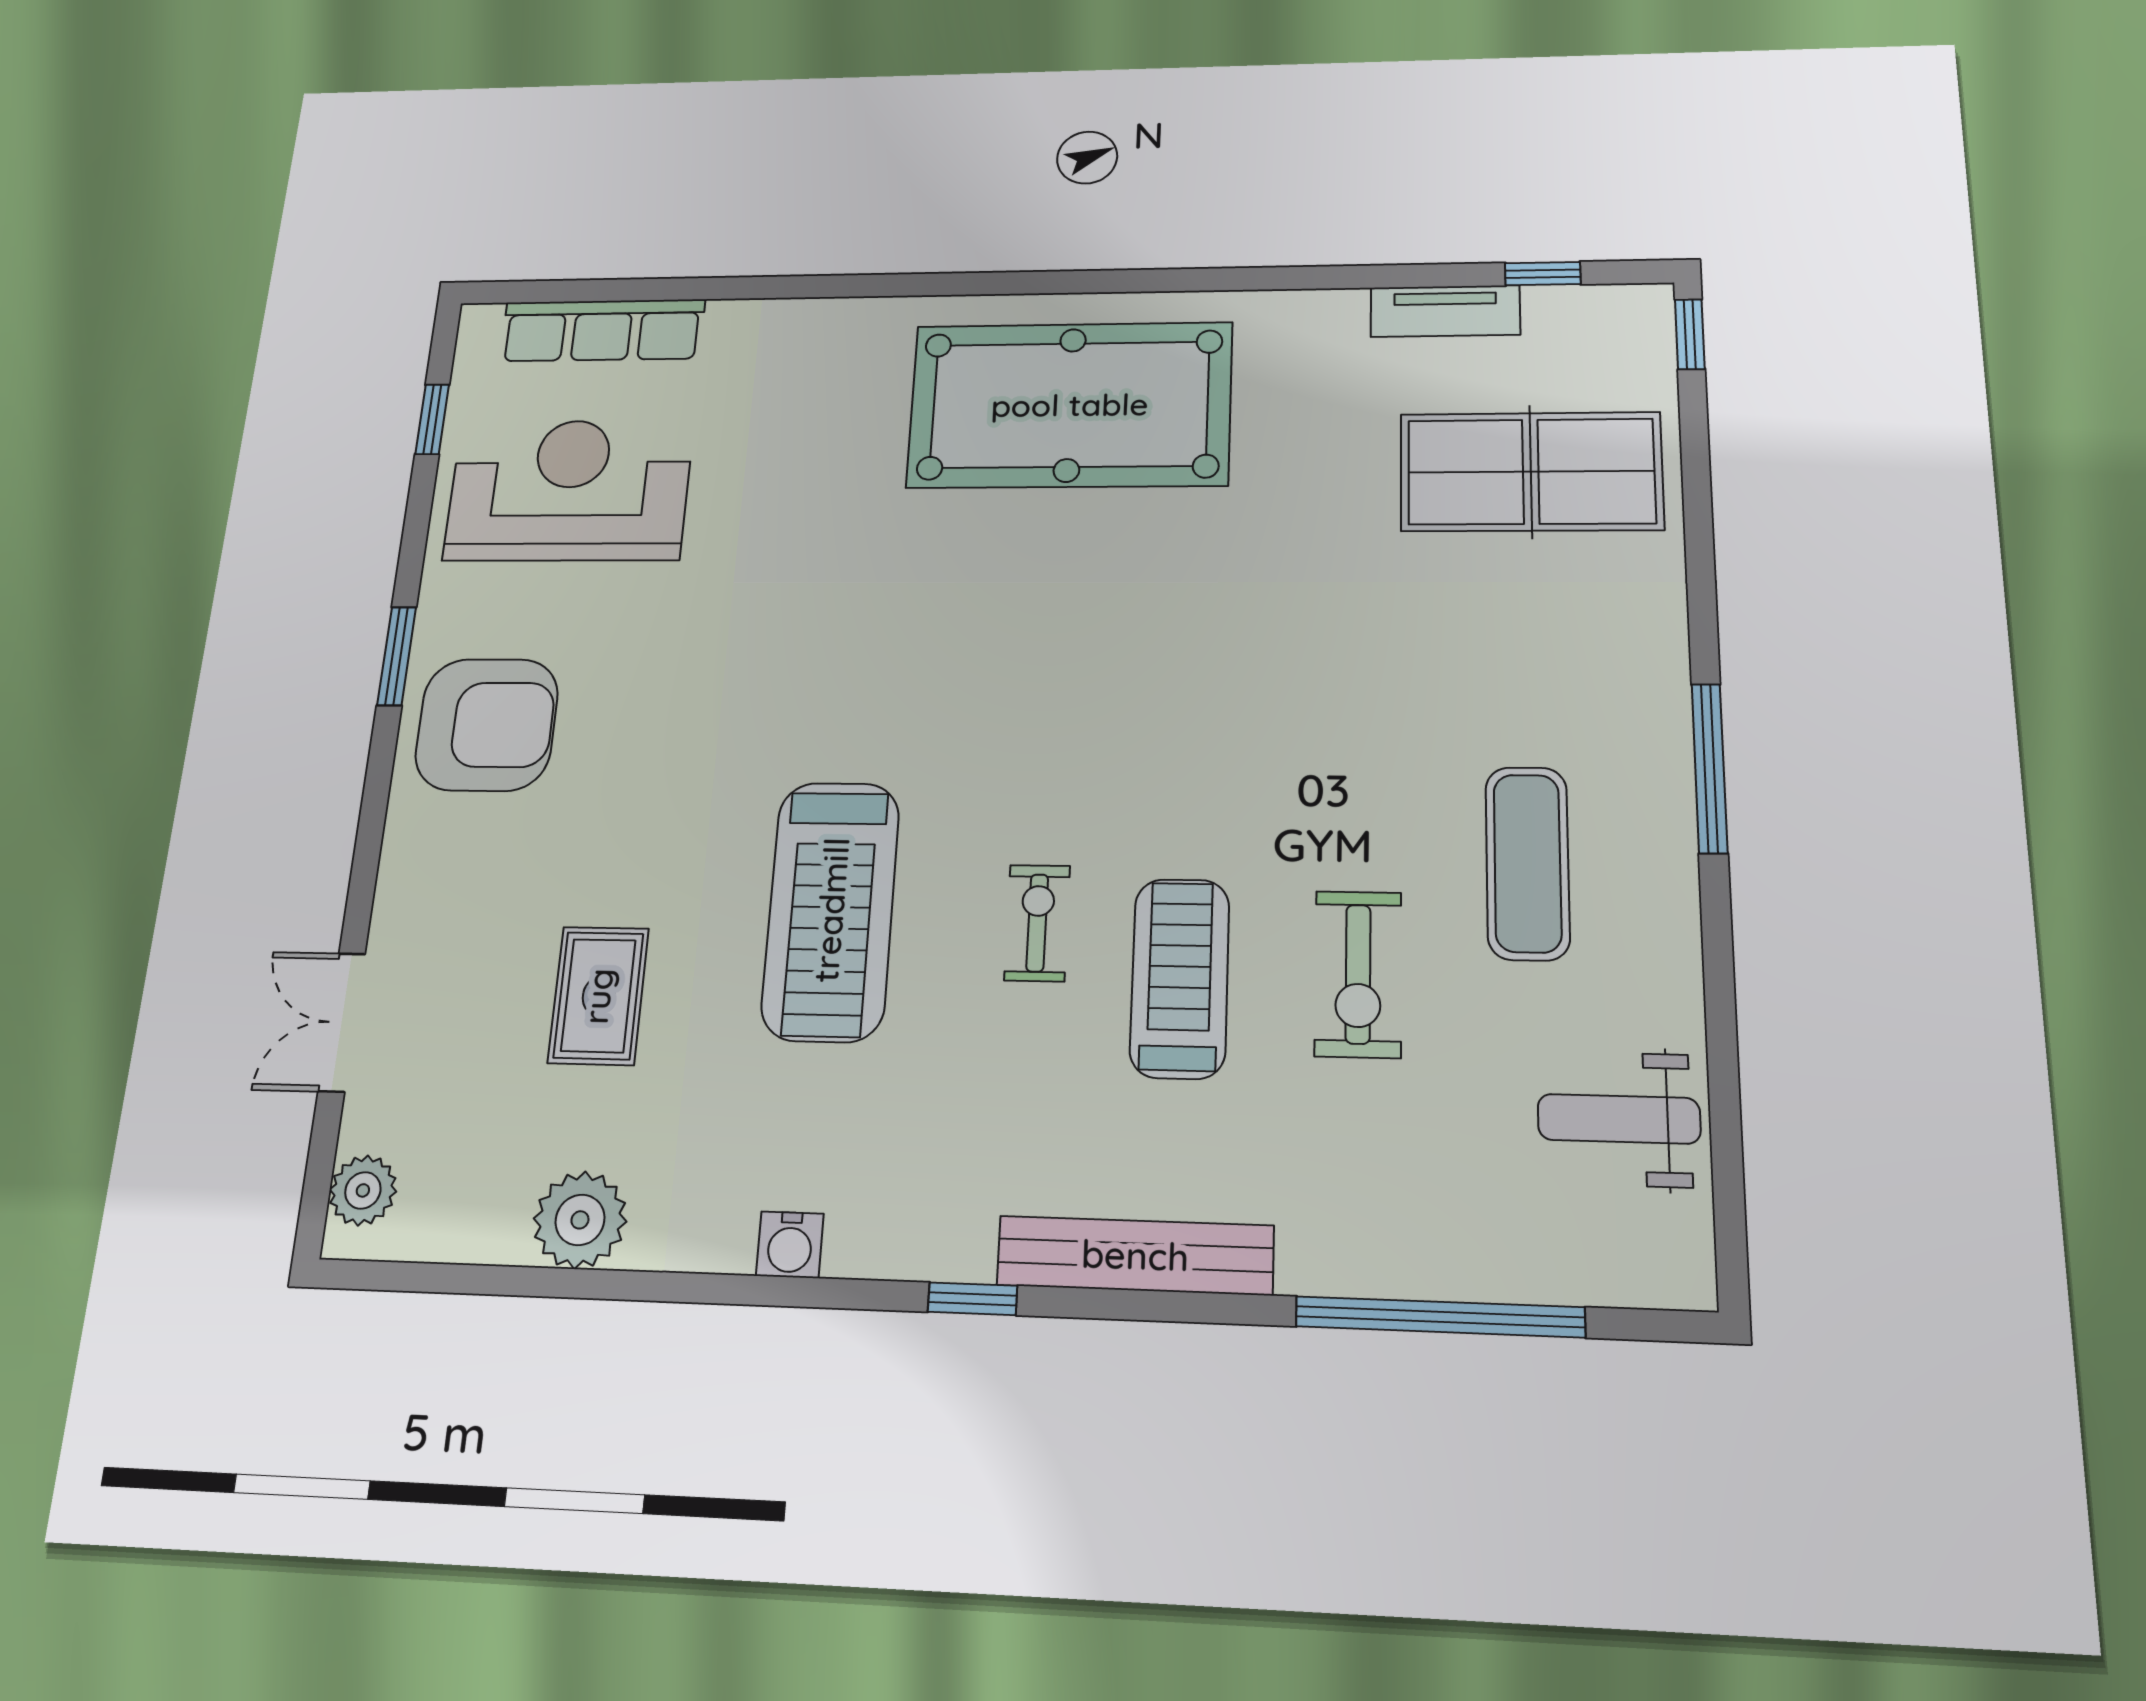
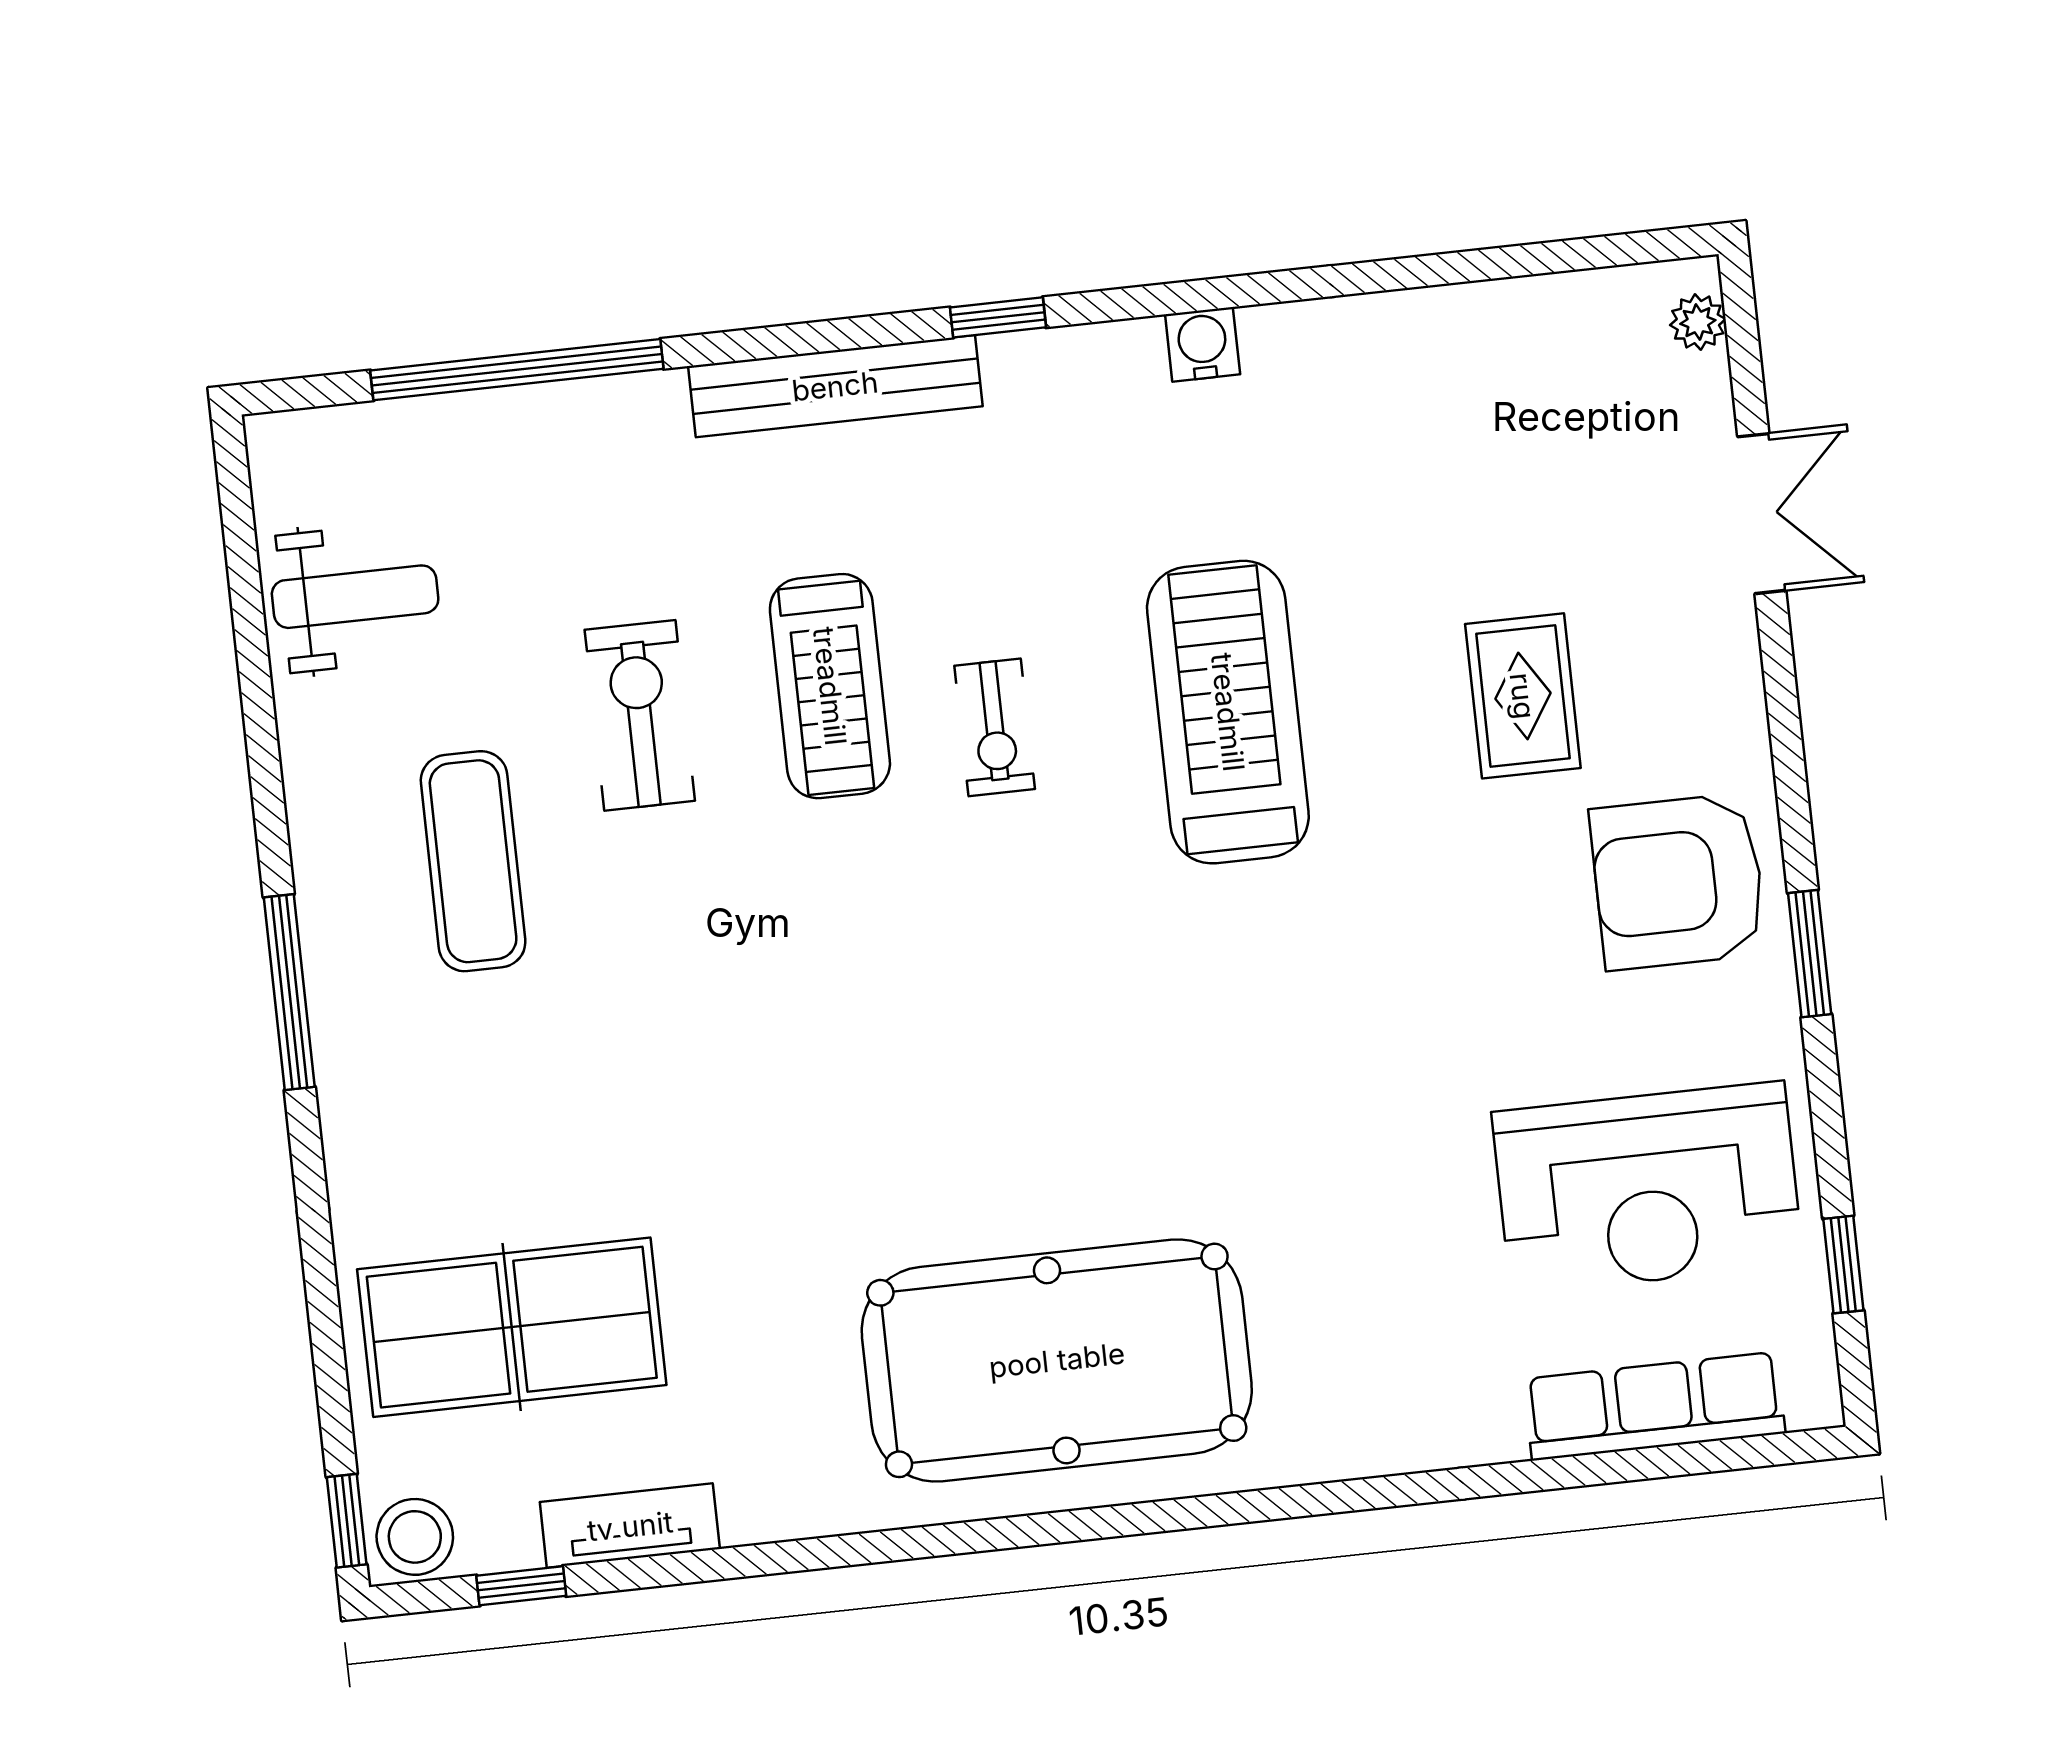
stool: (1631, 317) -> (415, 1537), added
rug: (598, 996) -> (1523, 696), moved
plant: (363, 1190) -> (1698, 322), width x0.73, depth x0.73
plant: (580, 1220) -> (1437, 337), removed

